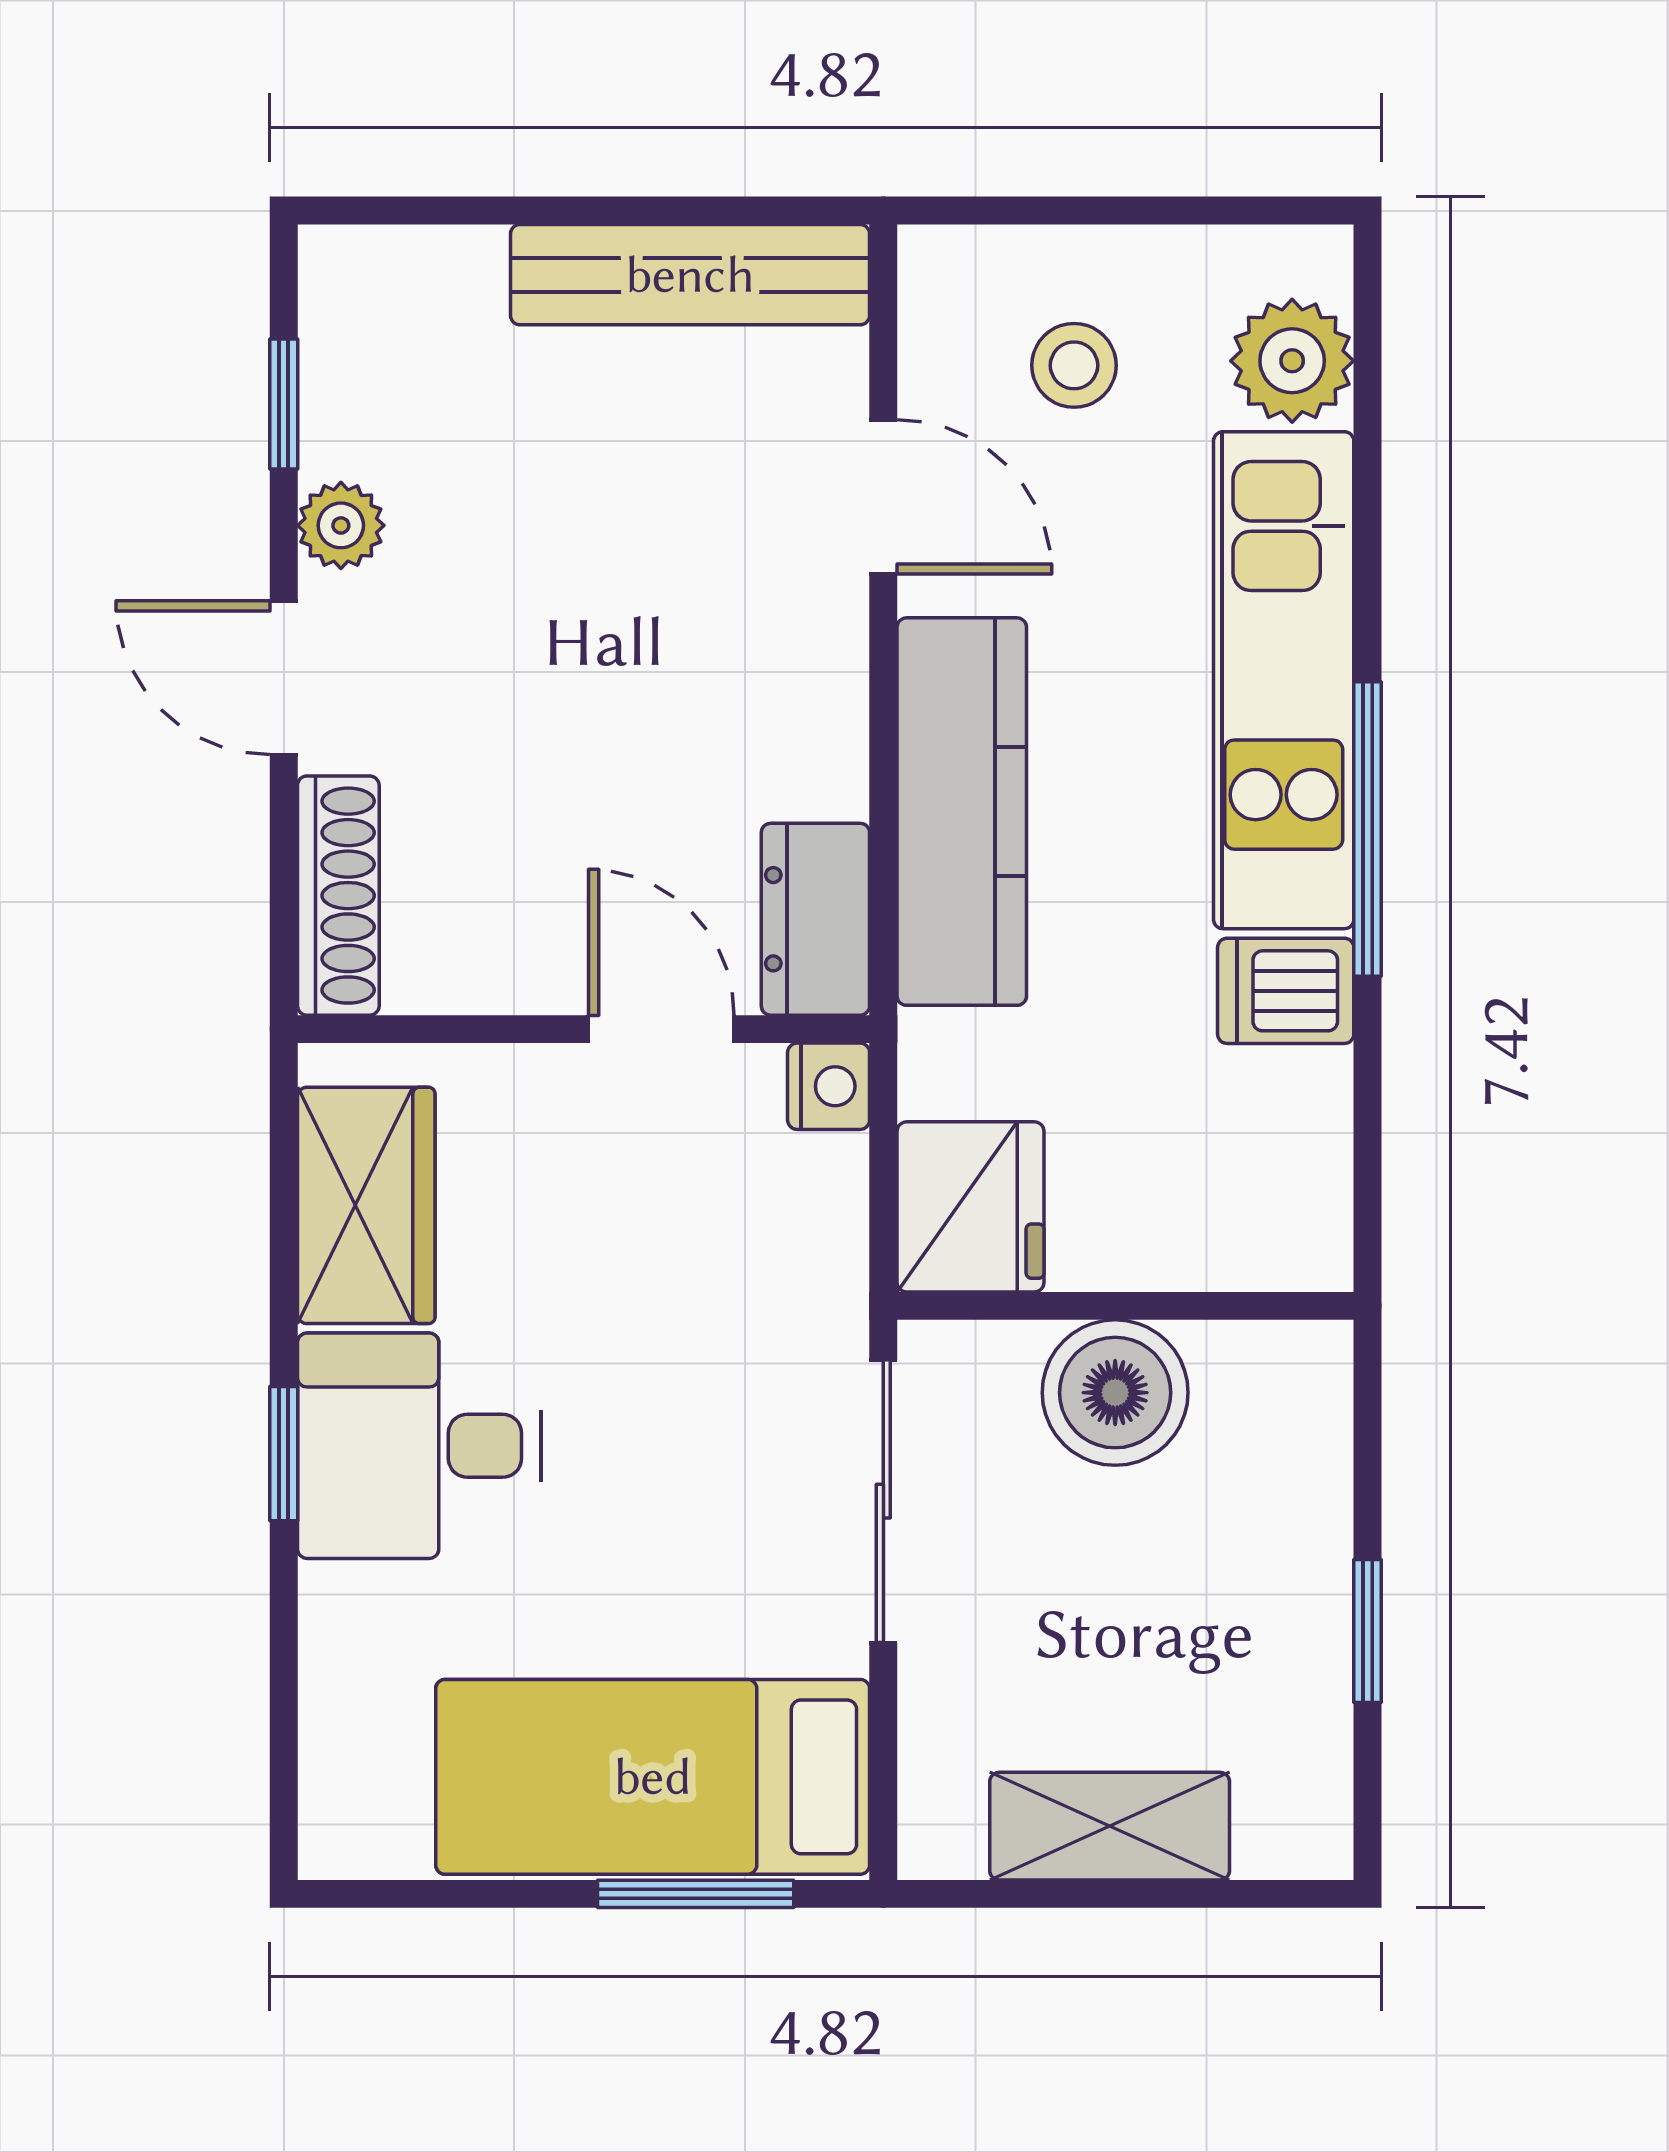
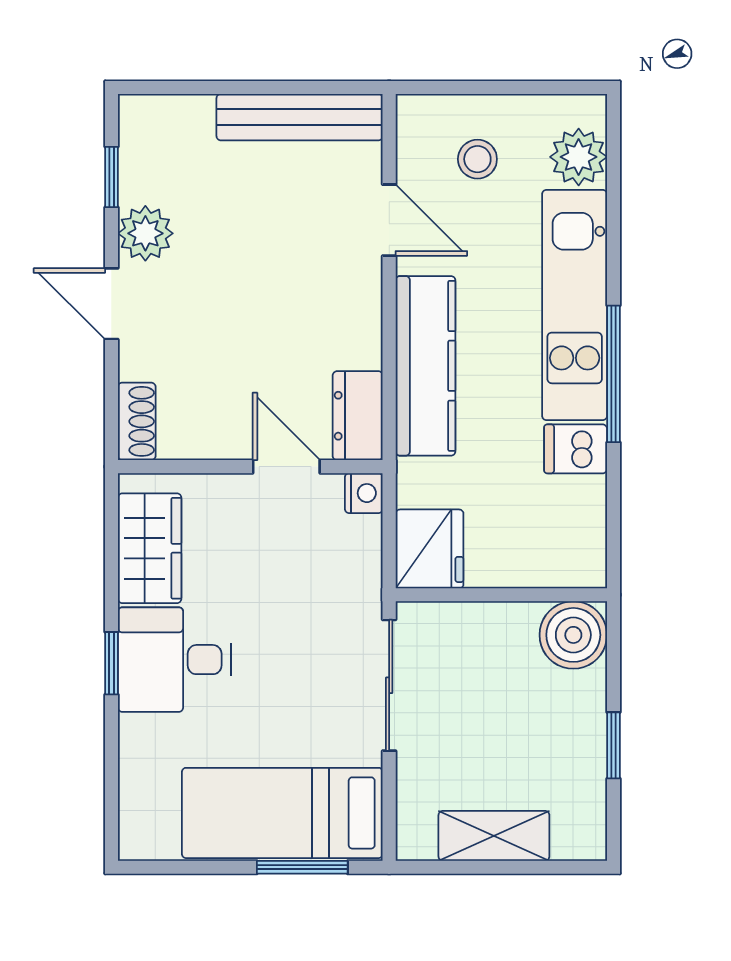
plant: (341, 525) -> (145, 233), width x1.38, depth x1.38
shoe rack: (338, 896) -> (137, 421), width x0.70
boiler: (1115, 1393) -> (573, 635), moved

